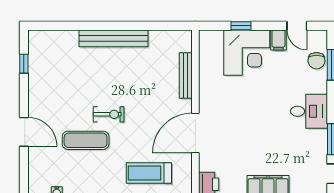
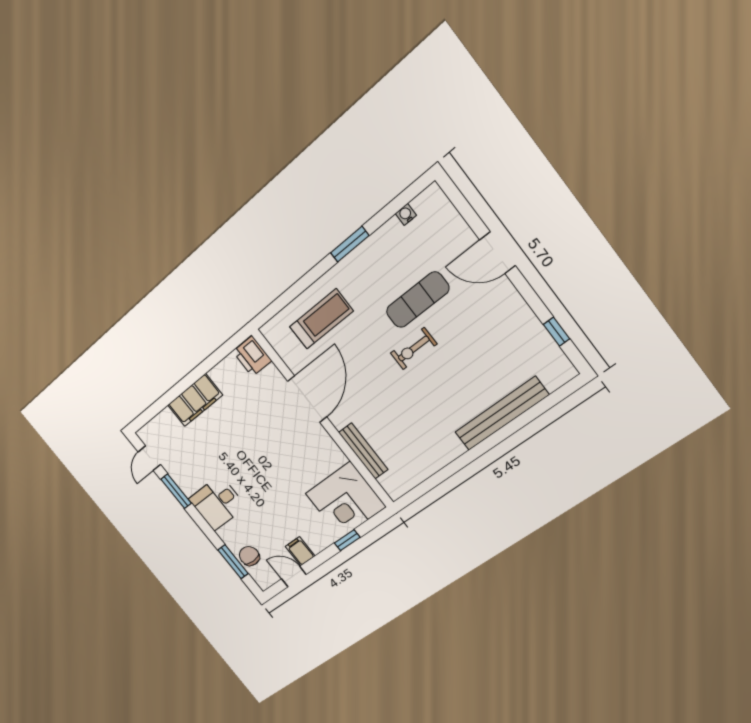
bench: (113, 38) -> (502, 414), moved
corner desk: (247, 53) -> (346, 500), moved, turned -90

